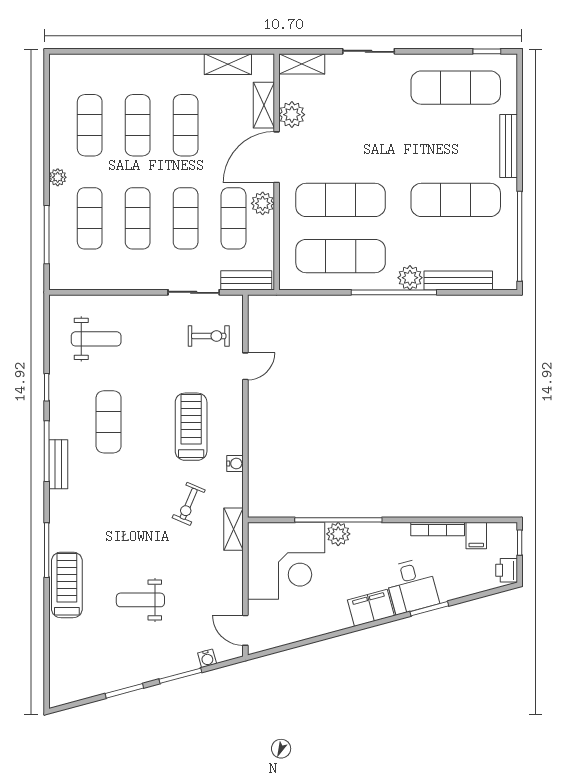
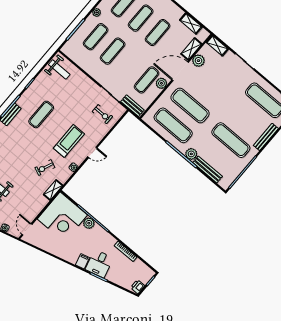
exercise mat: (186, 218) -> (130, 65), removed
weight bench: (96, 339) -> (59, 69), moved
door: (245, 366) -> (92, 152), moved
filing cabinet: (476, 536) -> (137, 265), removed
filing cabinet: (371, 608) -> (83, 261), width x0.50

